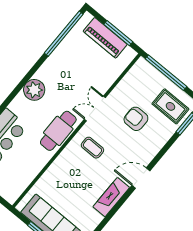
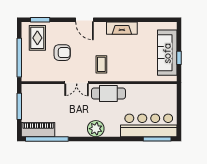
piano: (105, 38) -> (38, 130), moved, turned -90
armchair: (136, 119) -> (62, 53), turned -90
door: (141, 178) -> (84, 20), moved

